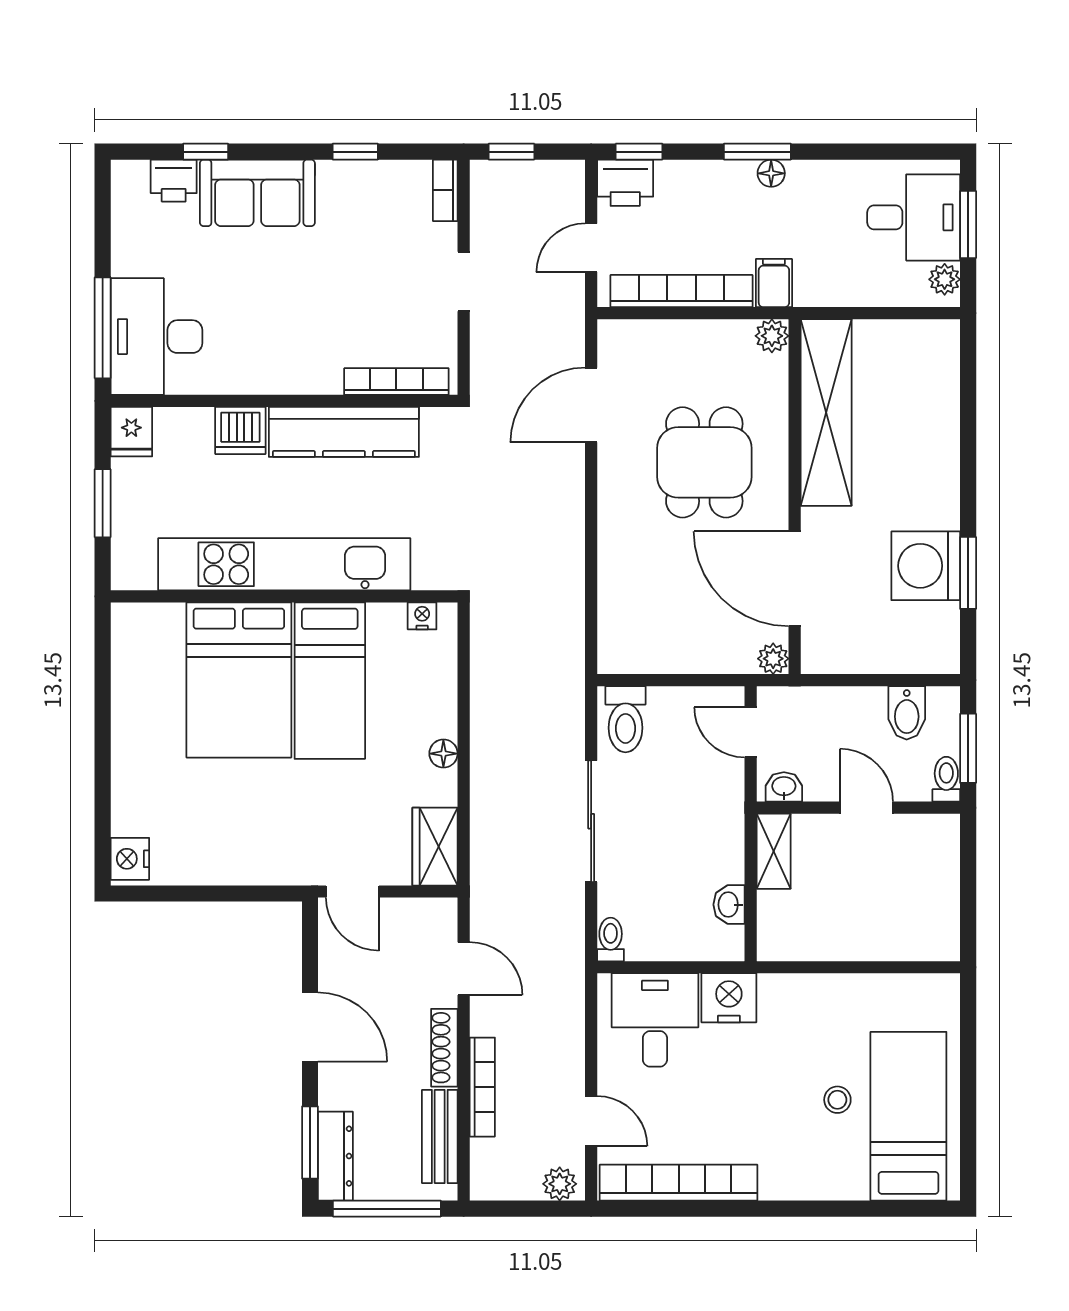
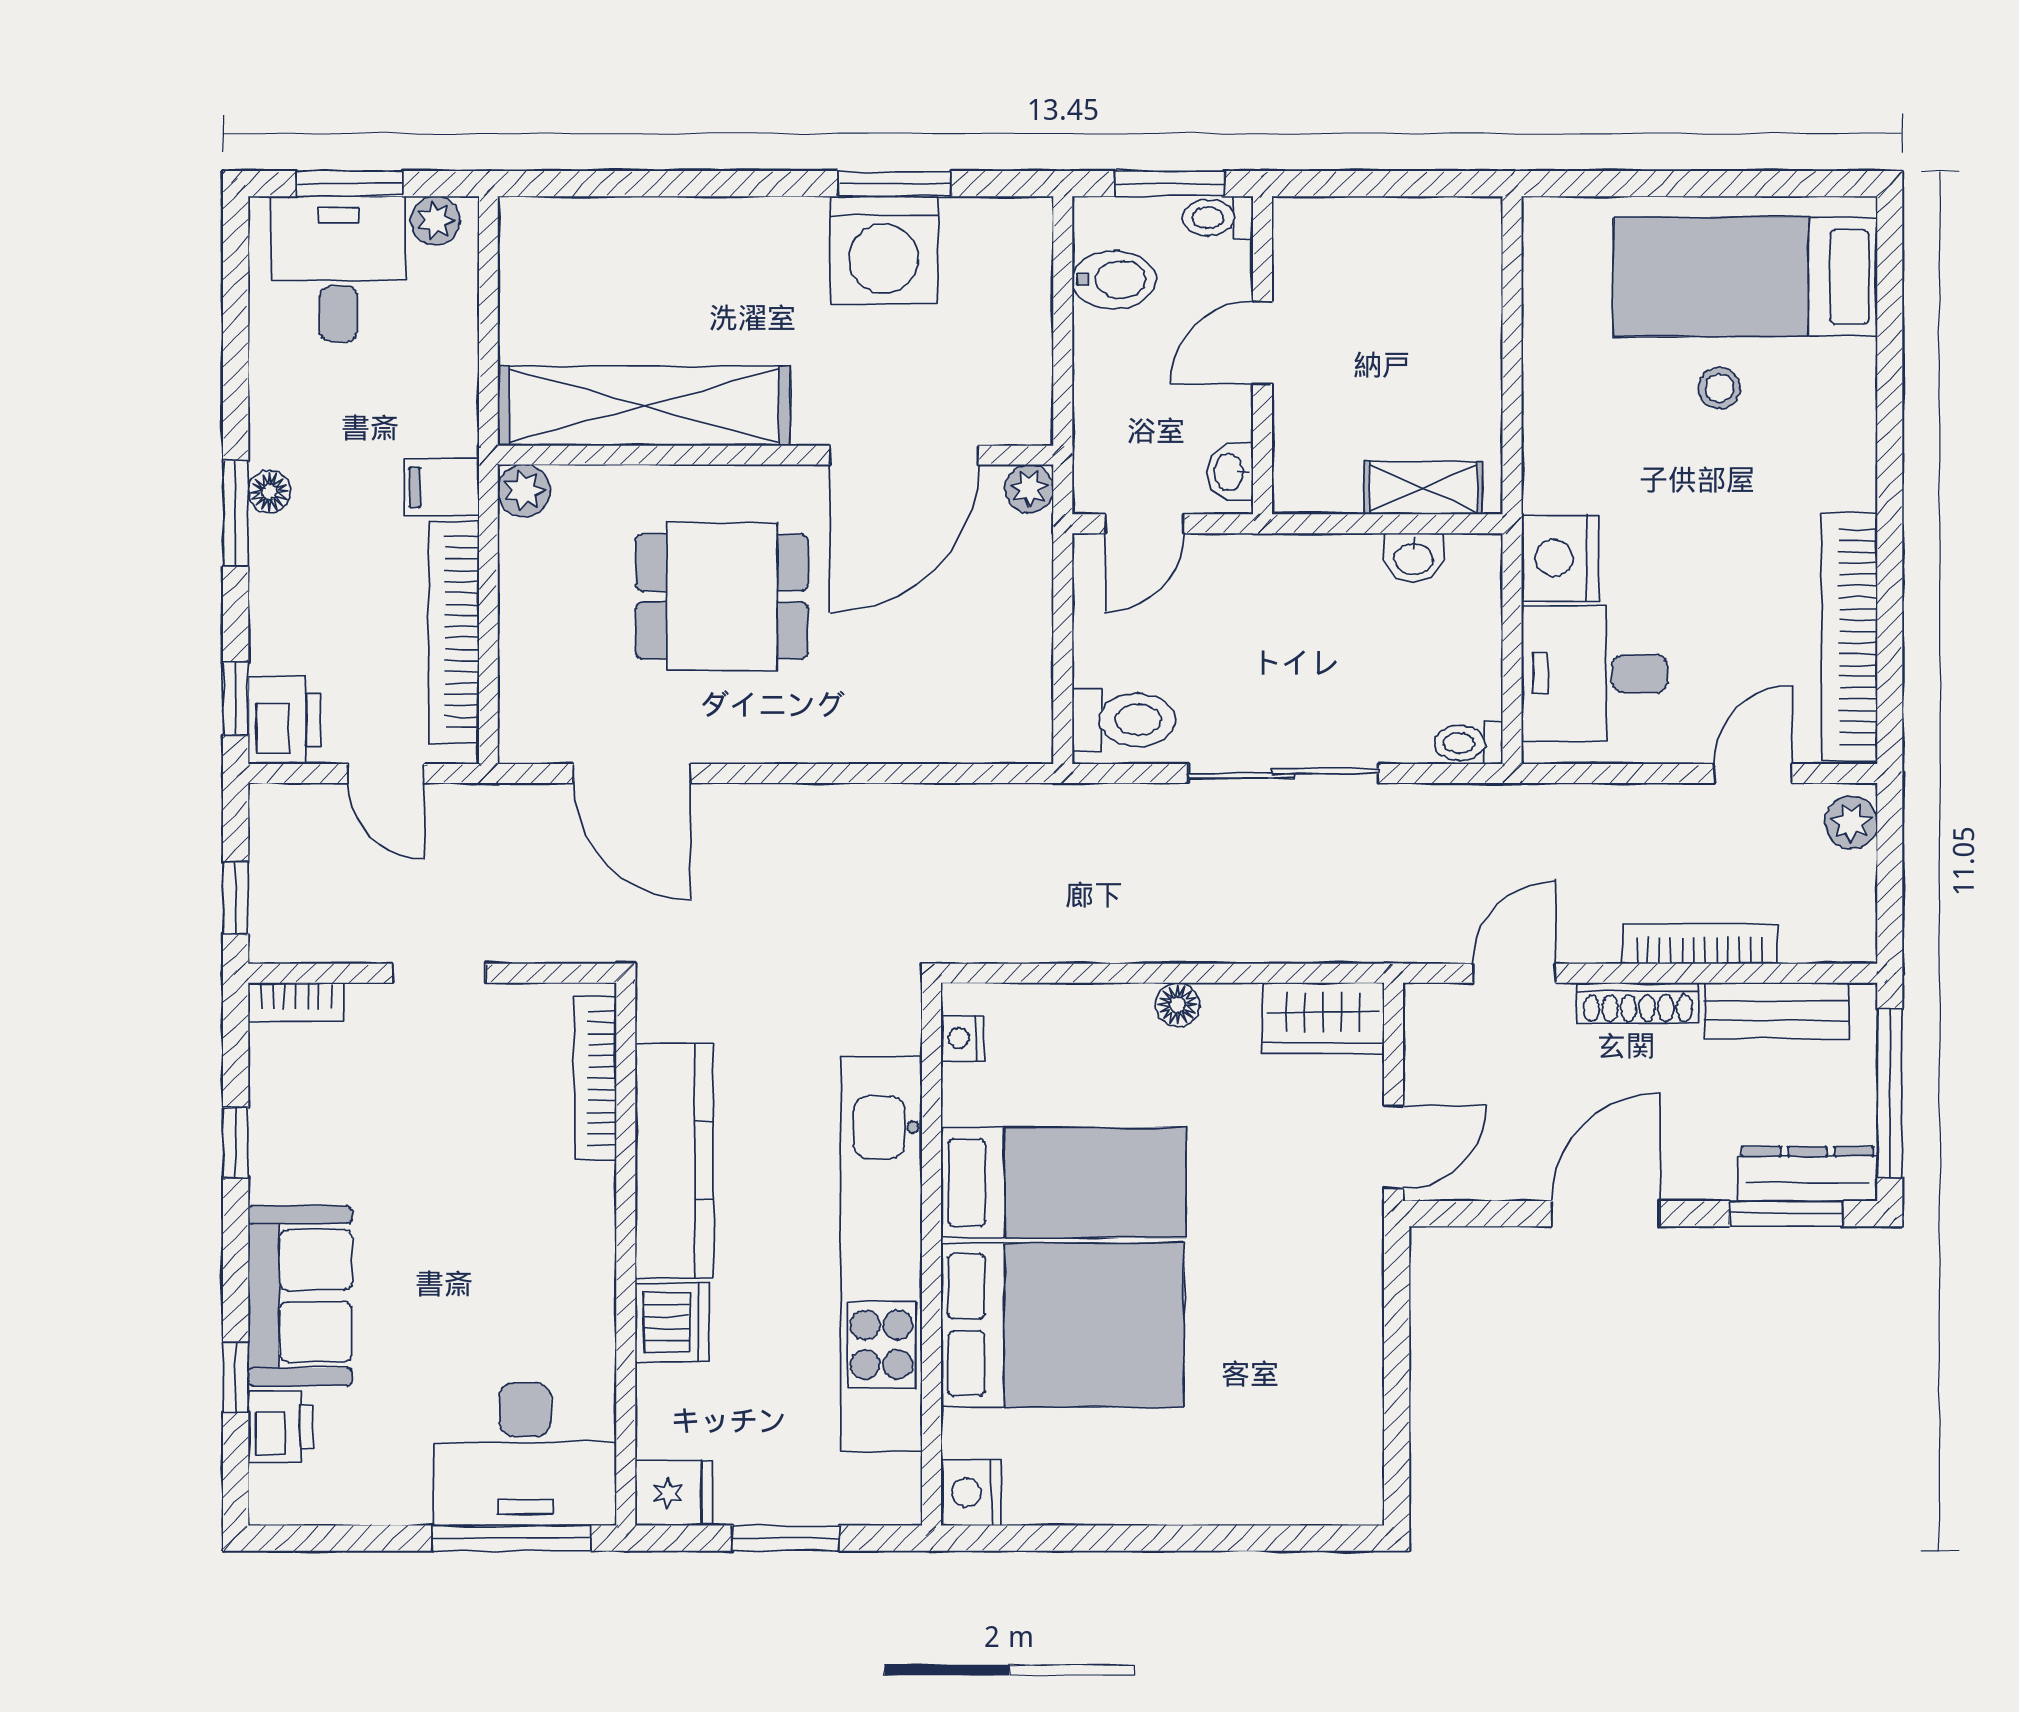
shelving: (774, 851) -> (1423, 488), moved
nightstand: (130, 859) -> (971, 1493), moved, turned 90

